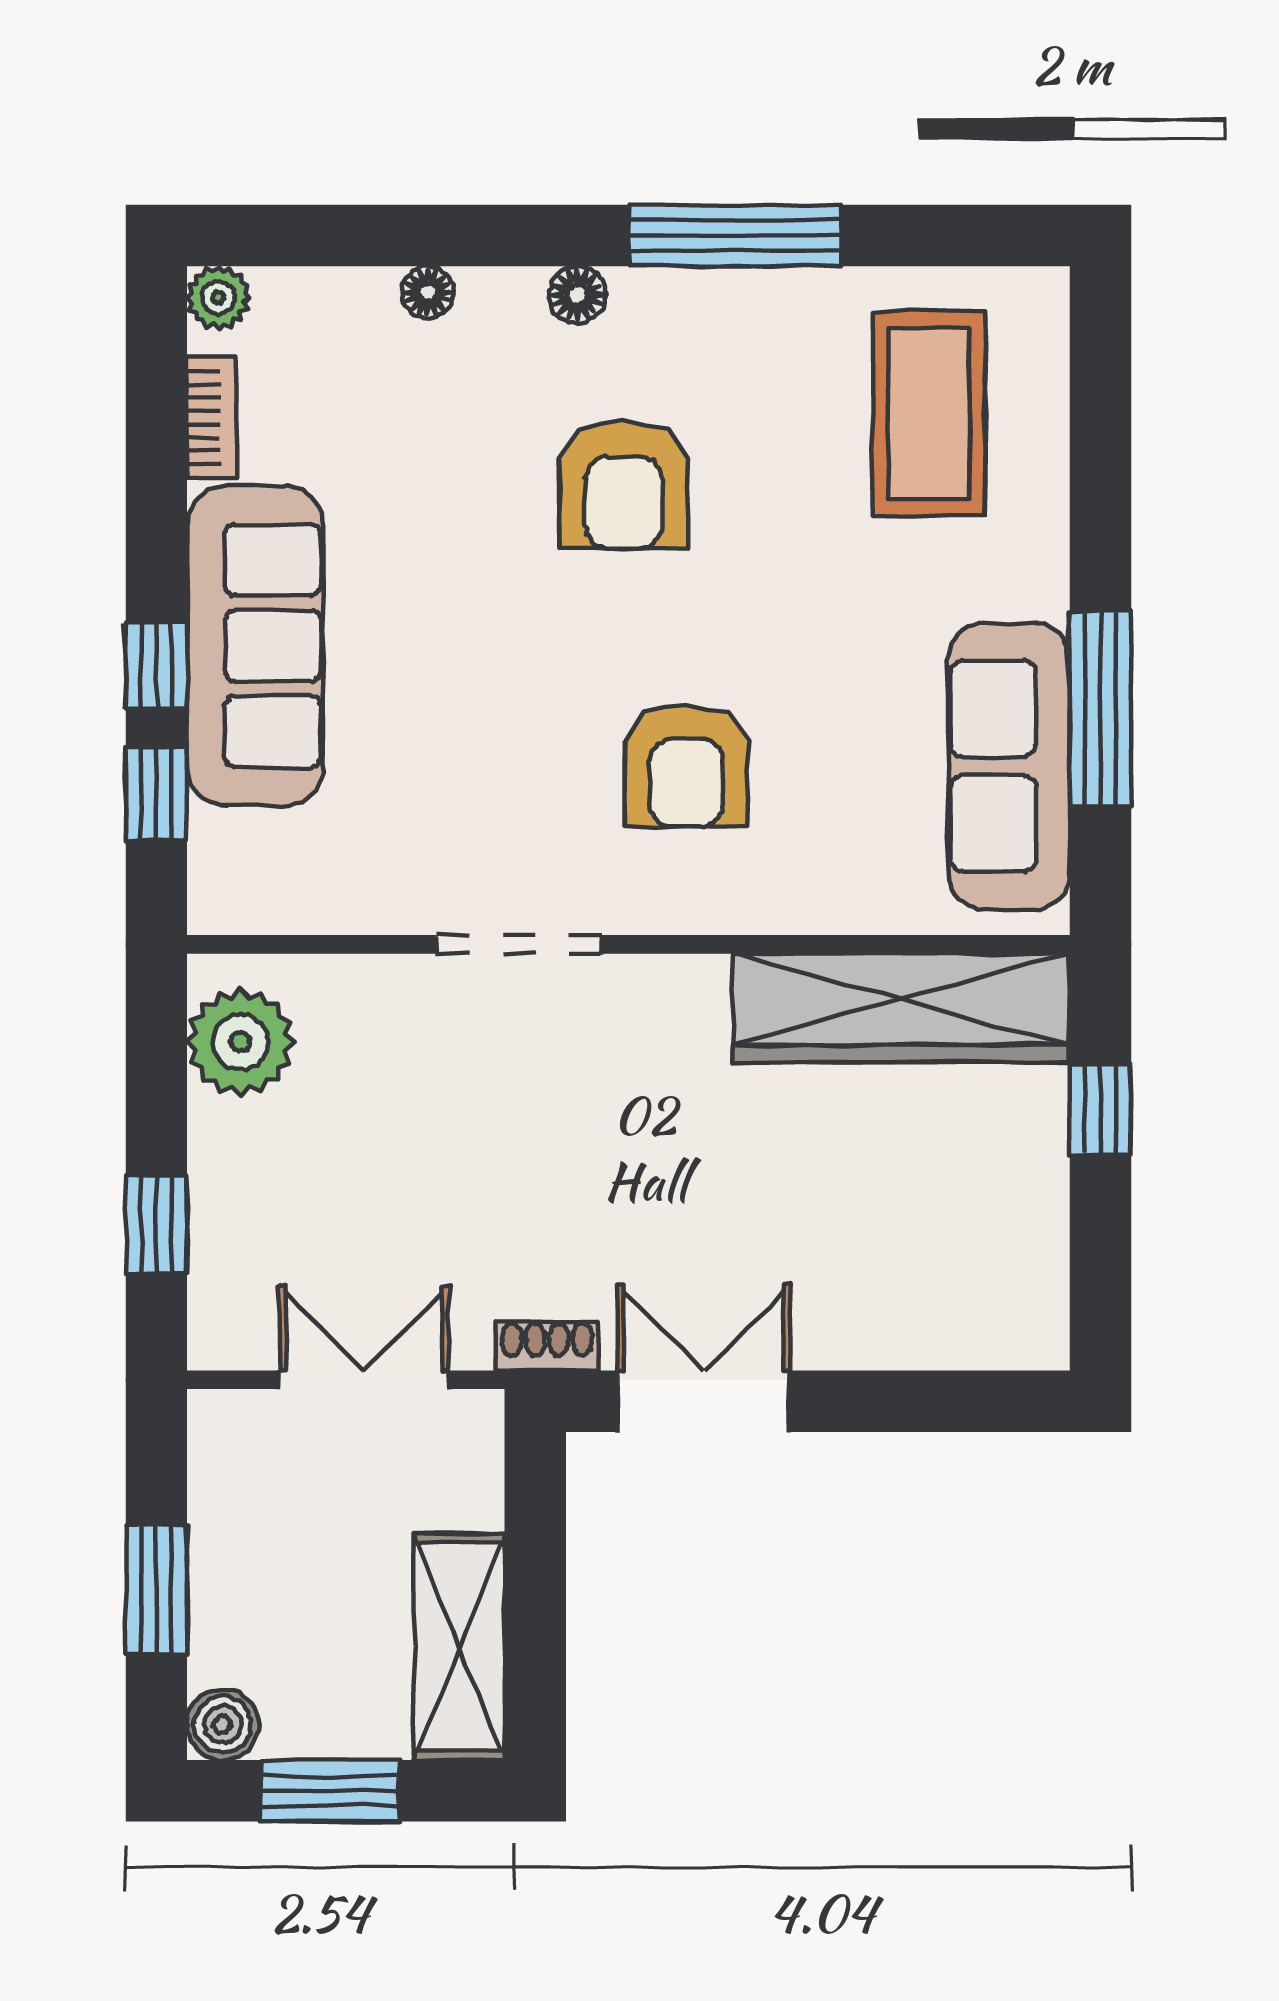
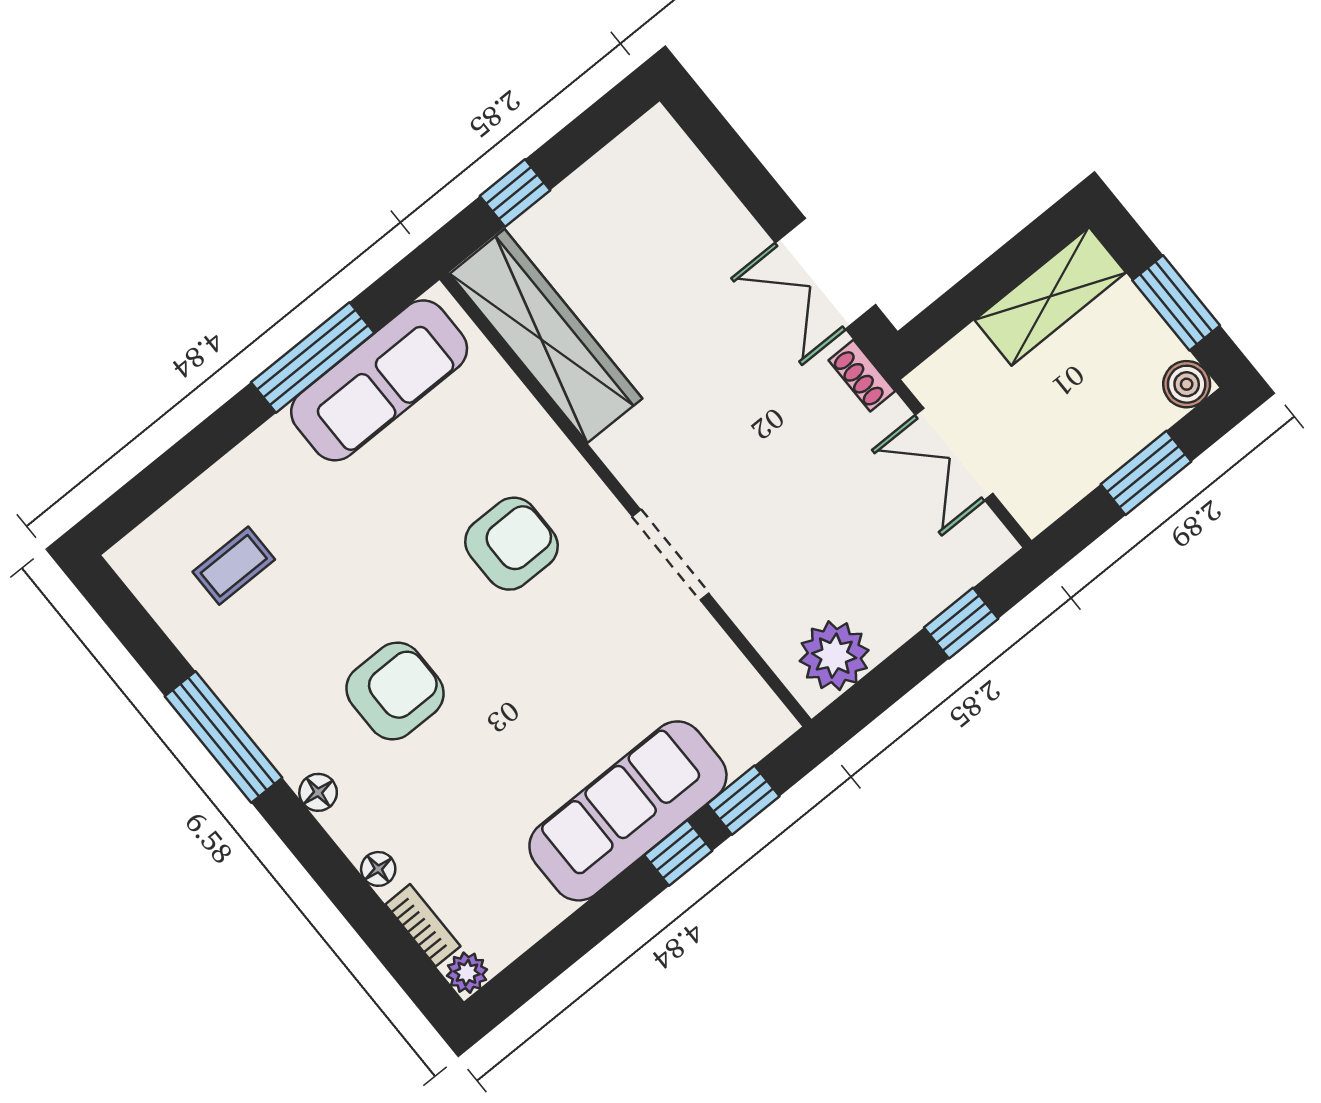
coffee table: (929, 414) -> (234, 566), width x0.54, depth x0.58
bookcase: (212, 417) -> (423, 925), moved, turned 90

